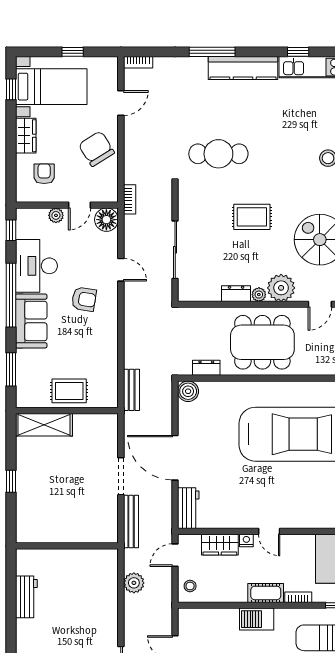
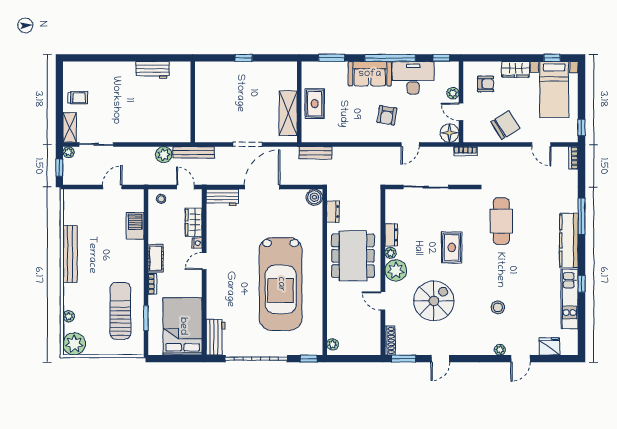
window: (73, 52) -> (581, 127), moved
shelving: (44, 425) -> (288, 113), moved
bench: (131, 521) -> (194, 152), moved
barbecue: (257, 619) -> (135, 226), moved

